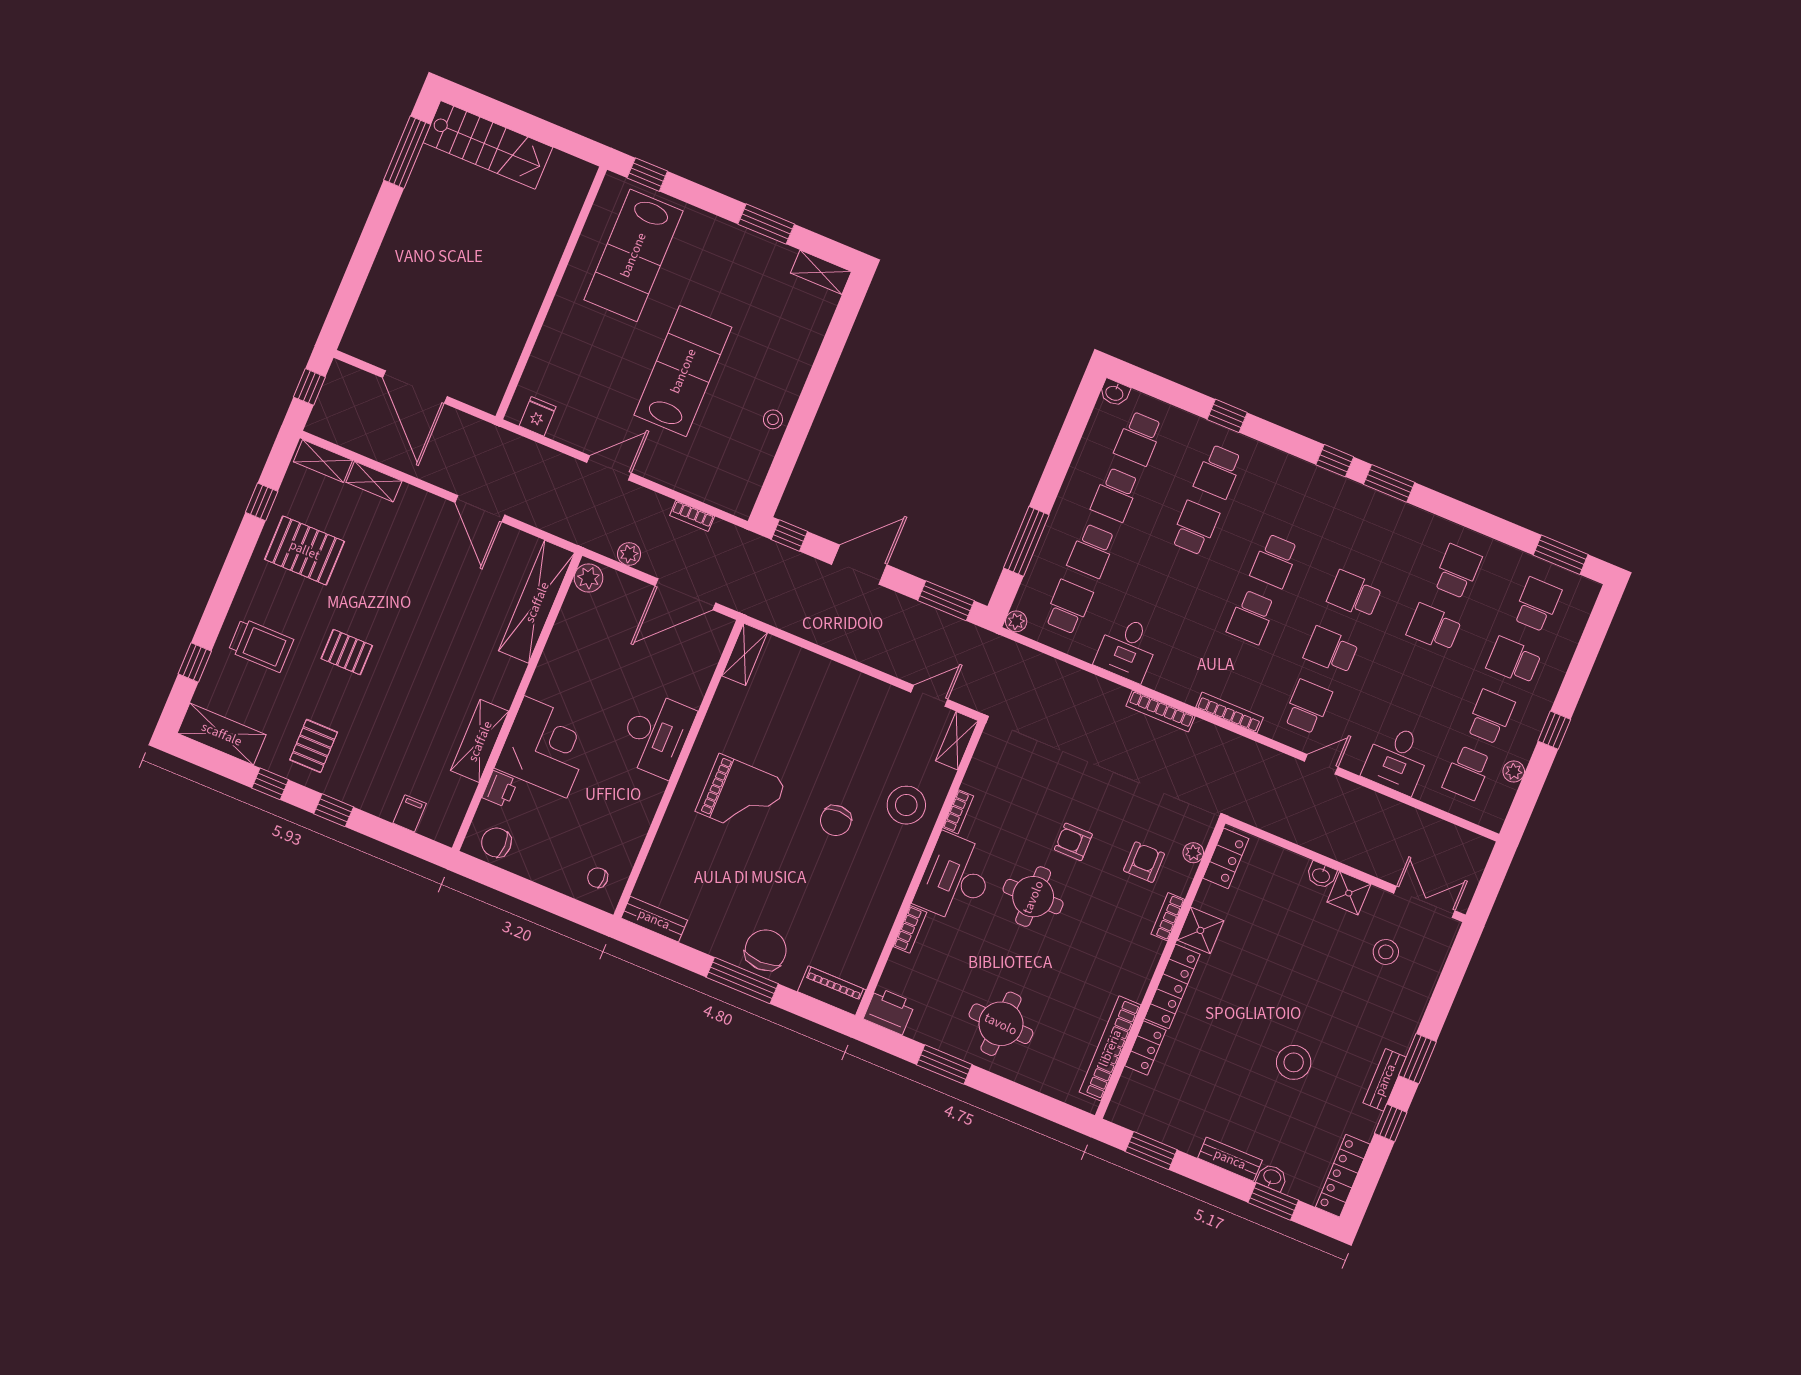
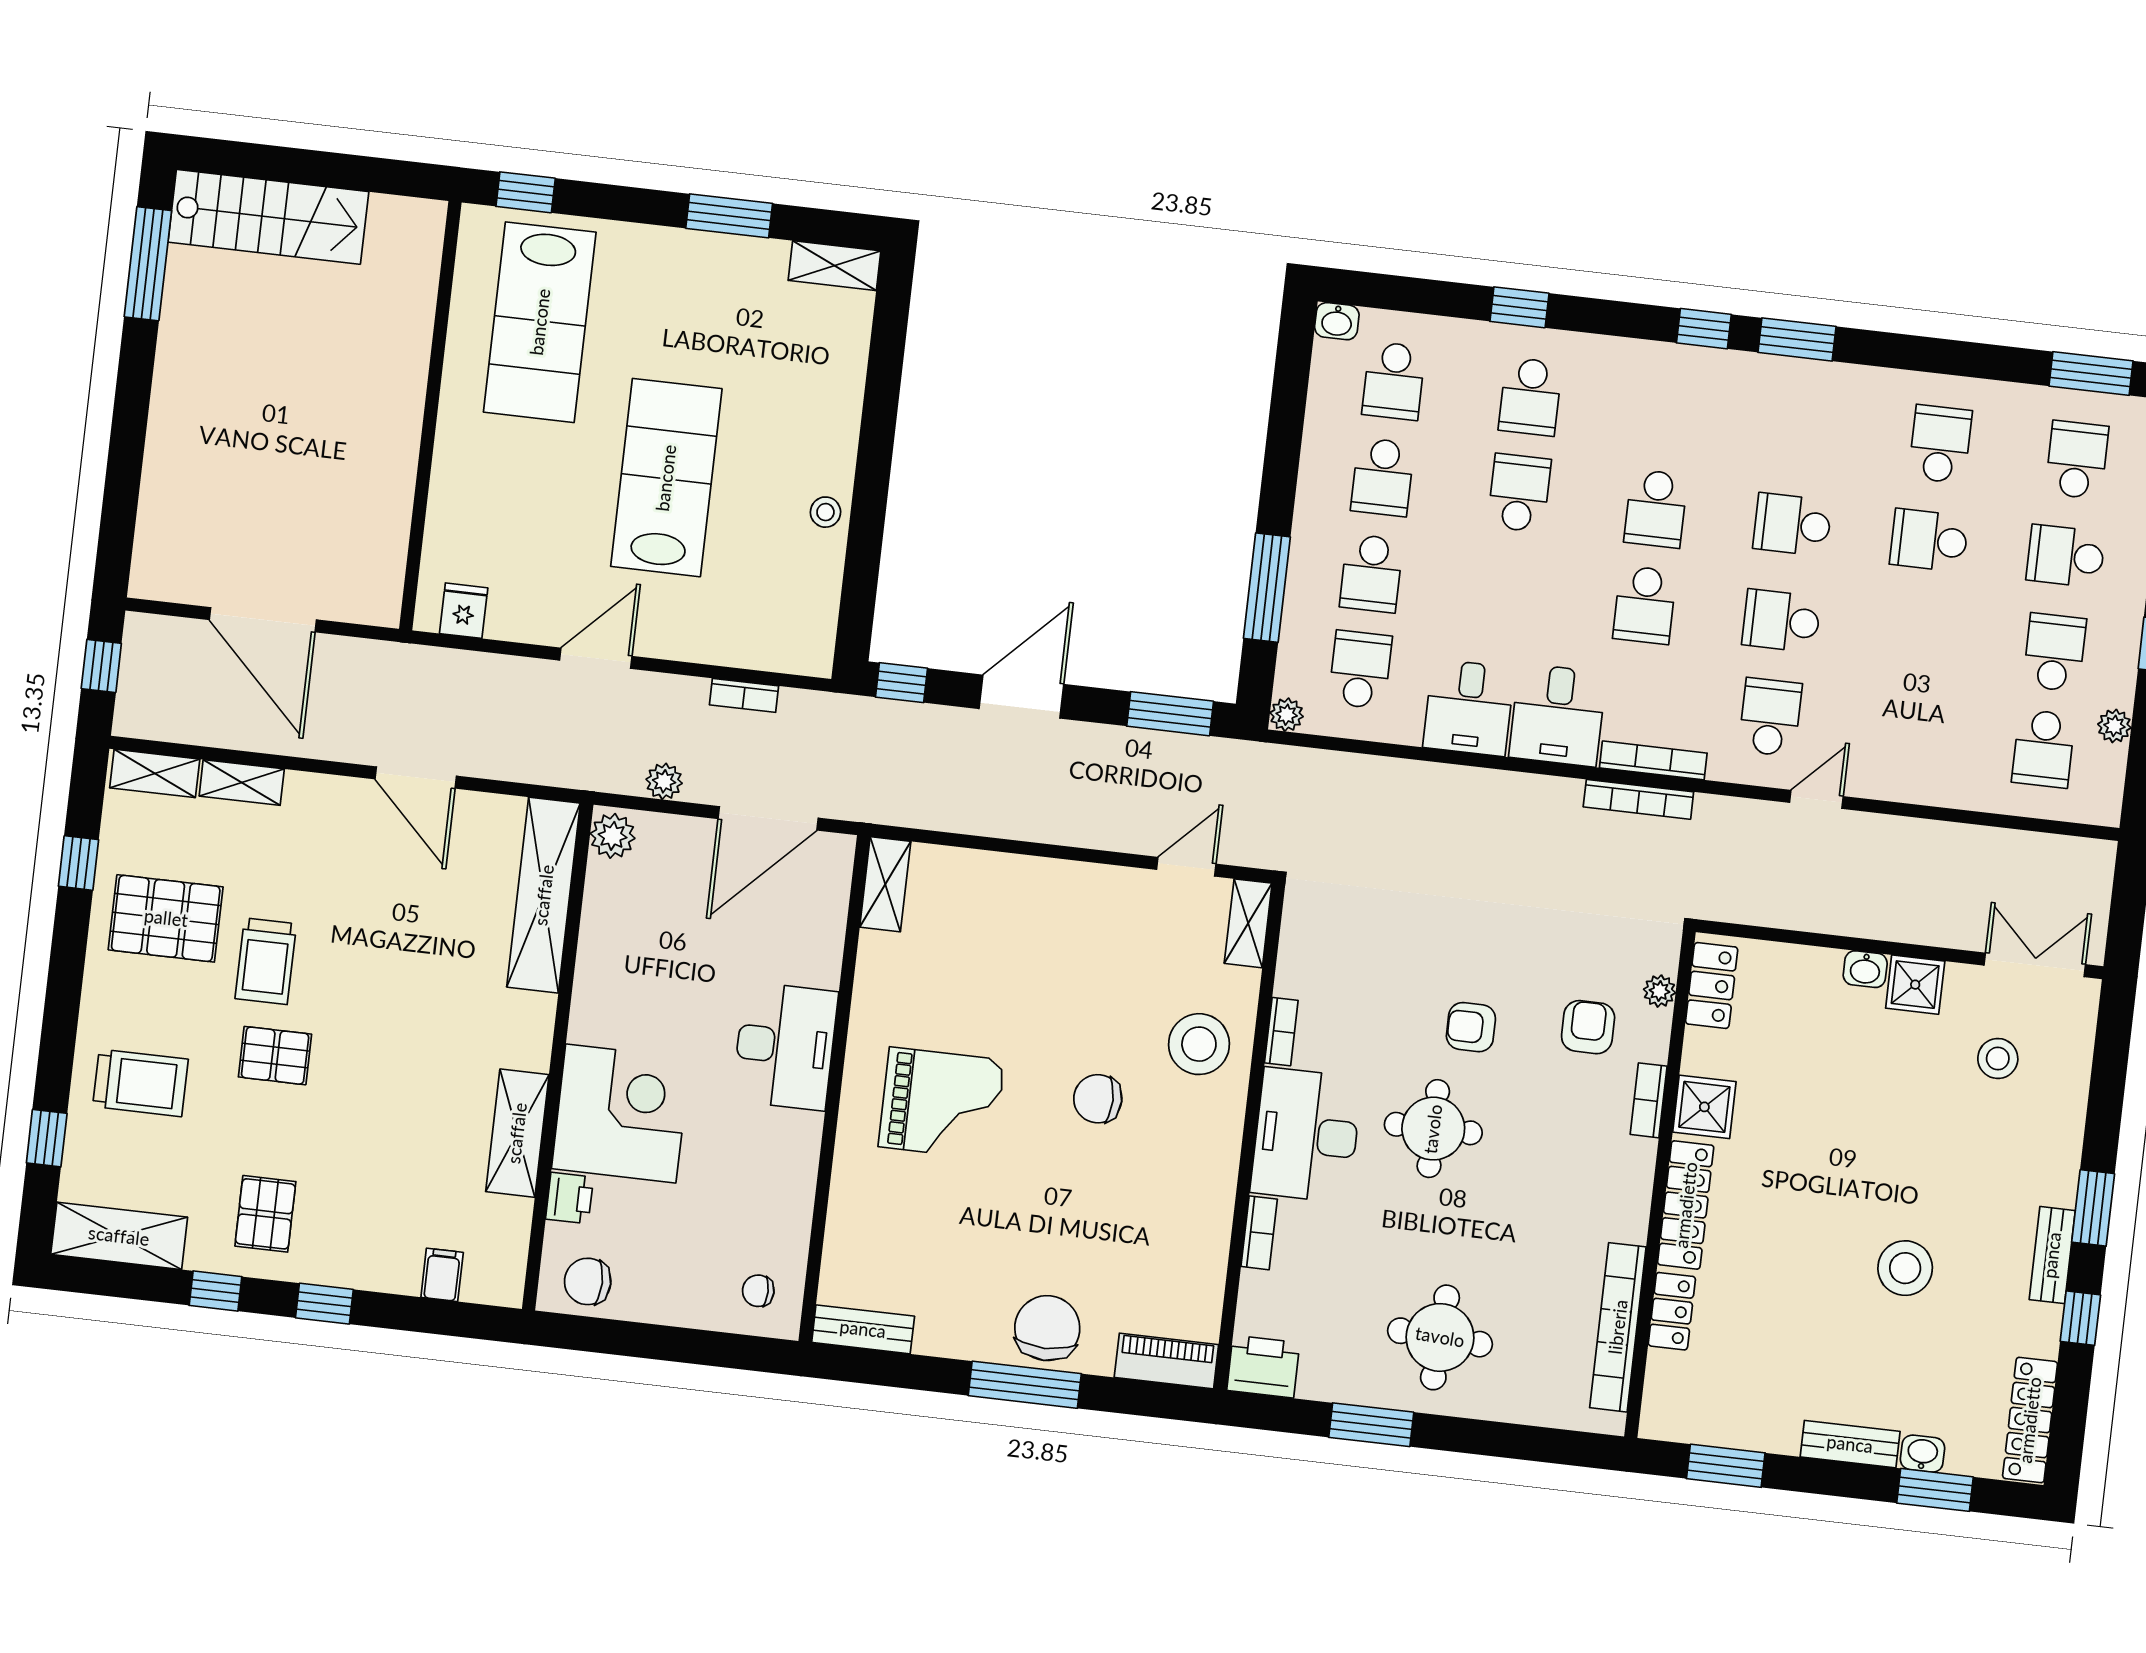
trolley: (358, 594) -> (266, 961), added
bookcase: (1160, 711) -> (1638, 799), moved
desk: (1397, 759) -> (1558, 715), moved
chair: (836, 821) -> (1098, 1099), turned 90

